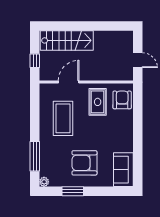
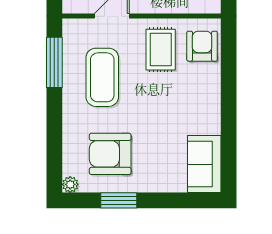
window: (35, 156) -> (54, 62), moved
armchair: (84, 163) -> (110, 154), moved

